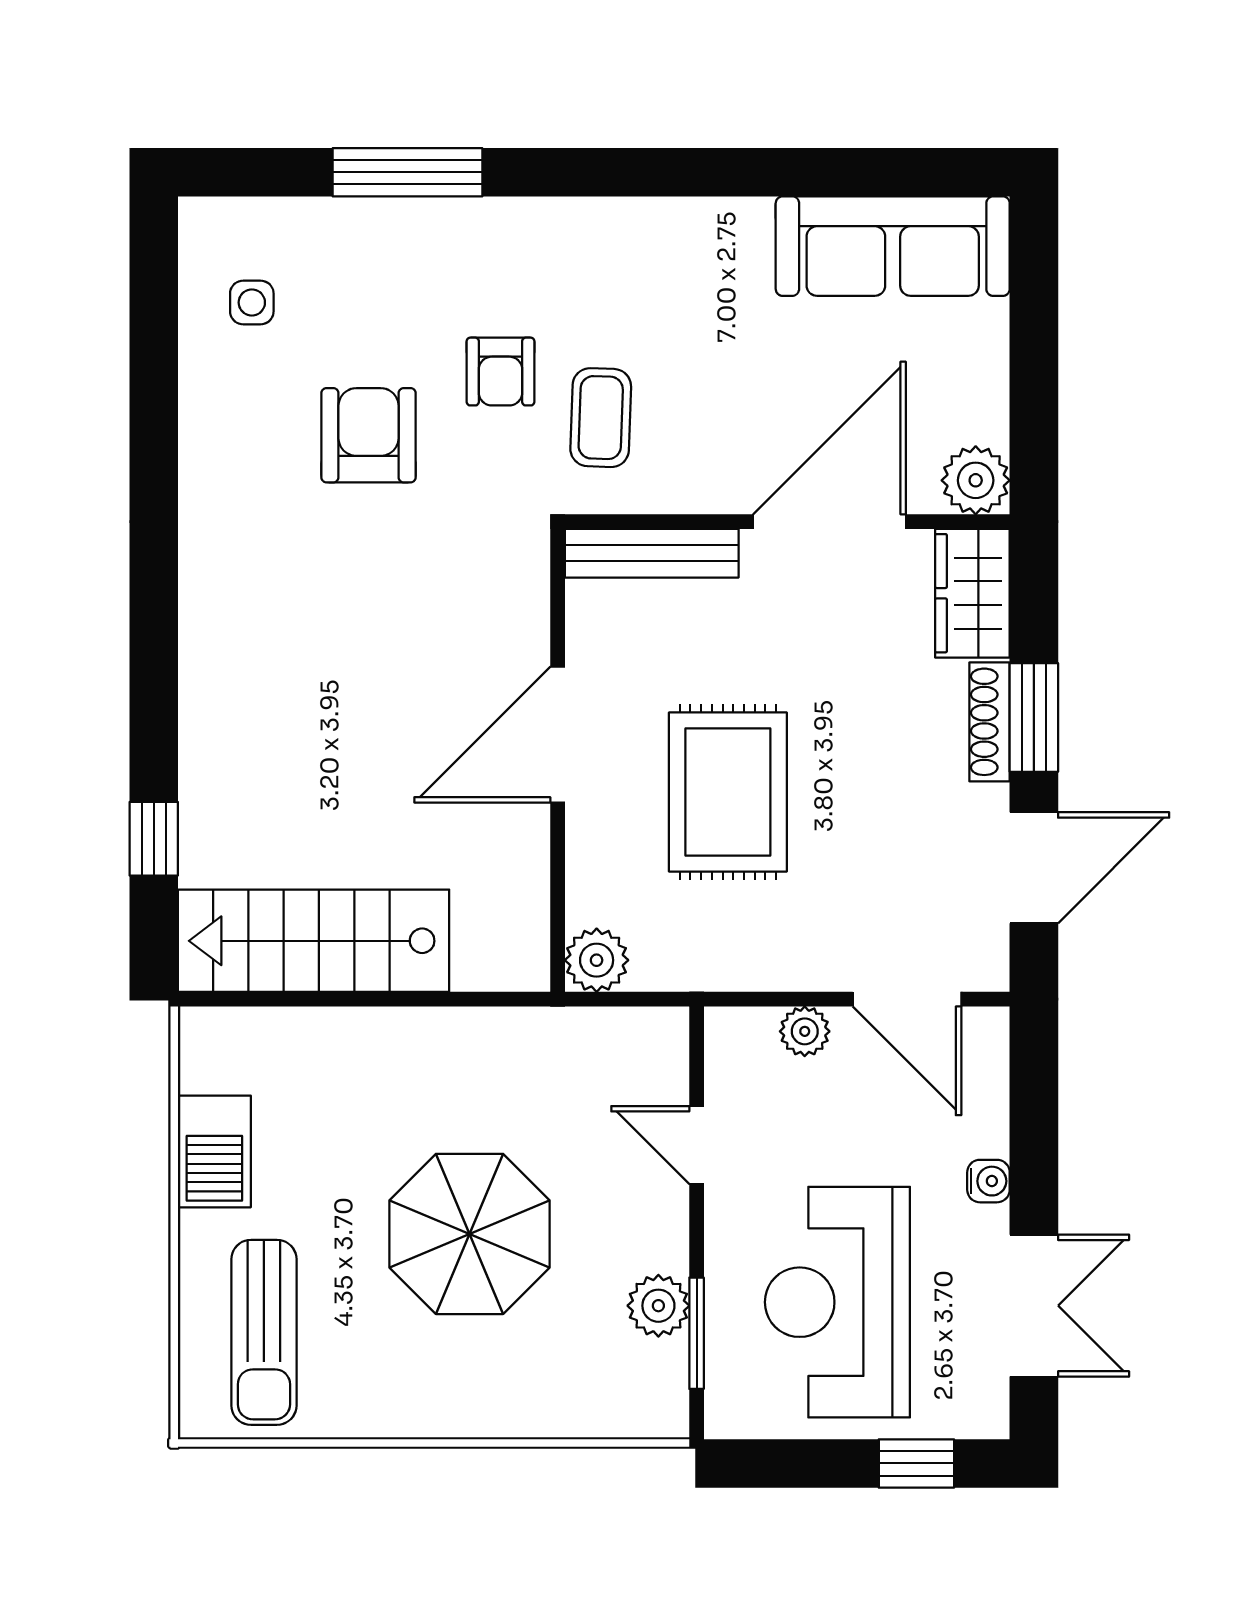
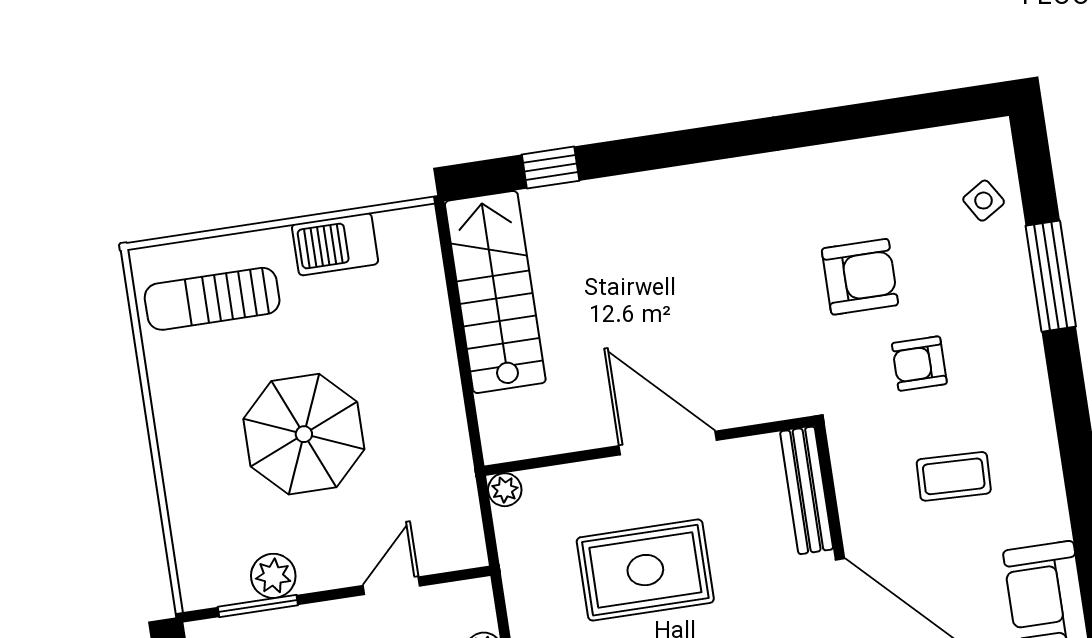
side table: (252, 302) -> (984, 201), moved, turned -32
coffee table: (601, 418) -> (954, 476), moved
plant: (597, 960) -> (505, 490), width x0.73, depth x0.73

